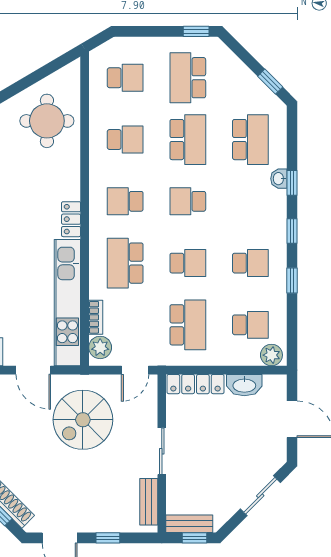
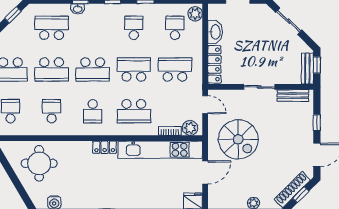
school desk: (188, 140) -> (52, 70), turned 180
school desk: (188, 201) -> (93, 70), width x1.85
school desk: (188, 263) -> (134, 70), width x1.85

